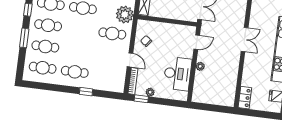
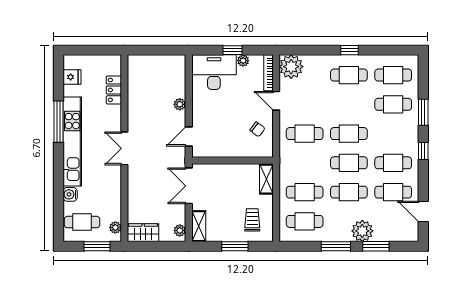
plant: (125, 14) -> (291, 67), moved
cafe table: (48, 25) -> (349, 134), moved
desk: (178, 74) -> (214, 72), moved, turned 90
window: (86, 92) -> (350, 50), moved
locker: (245, 98) -> (114, 90), moved
window: (141, 99) -> (232, 50), moved

